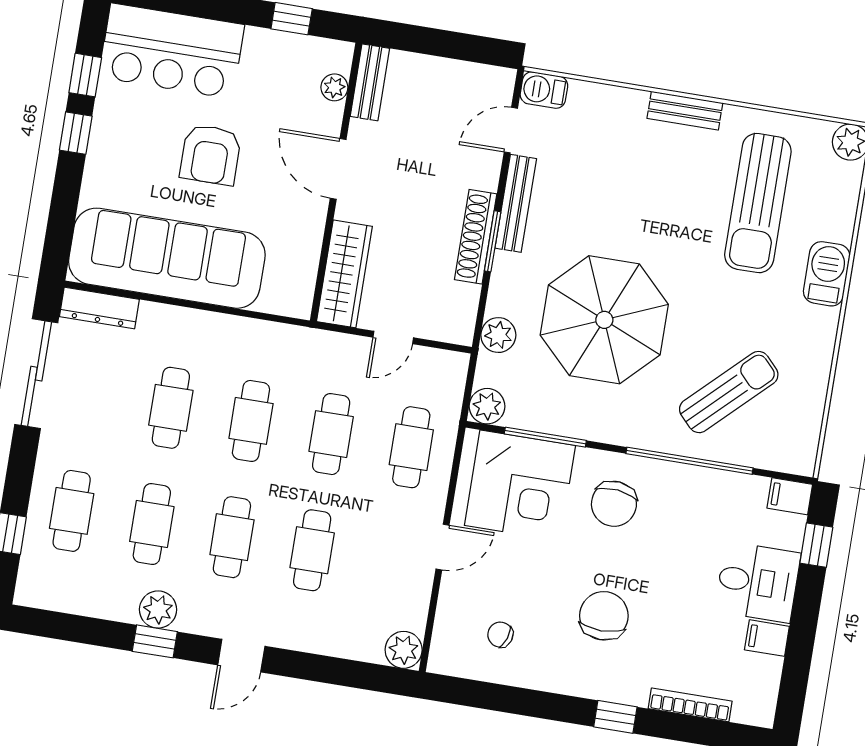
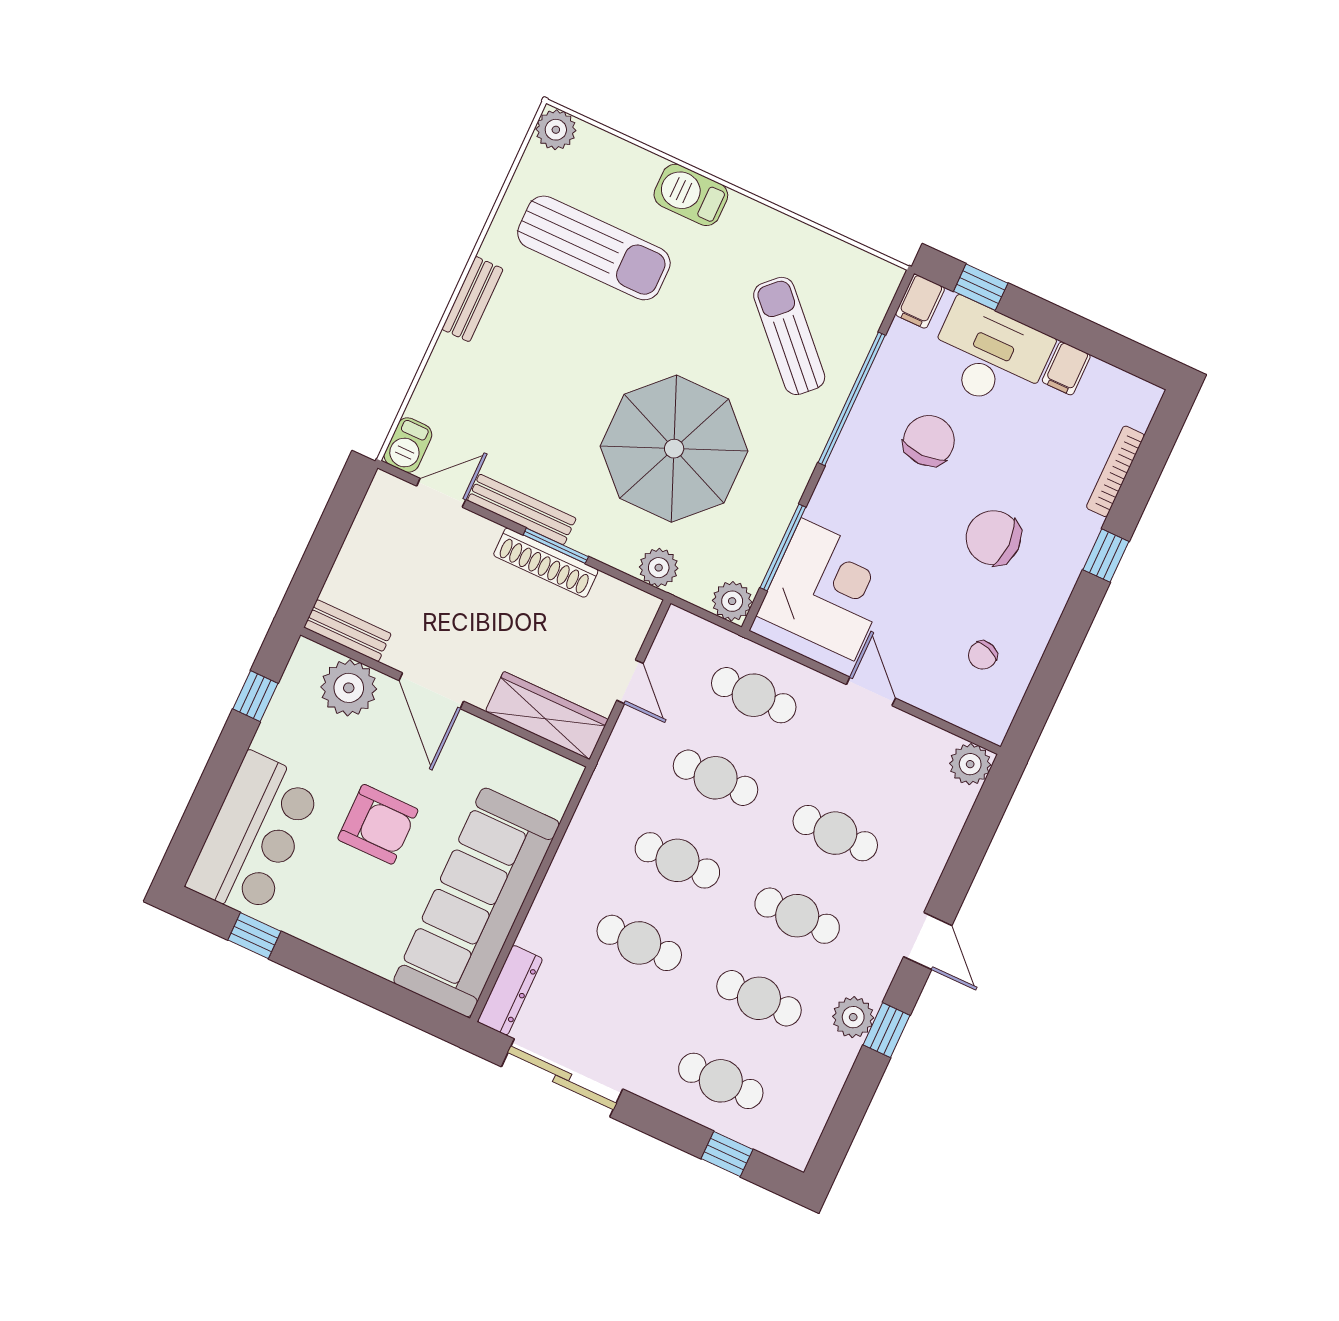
plant: (334, 87) -> (349, 688), width x1.88, depth x1.88
door: (511, 130) -> (441, 493), swing flipped
window: (76, 133) -> (314, 963), removed
door: (338, 169) -> (431, 691), hinge flipped
chair: (614, 504) -> (929, 441), moved, turned -96
desk: (758, 582) -> (990, 355), width x1.37

